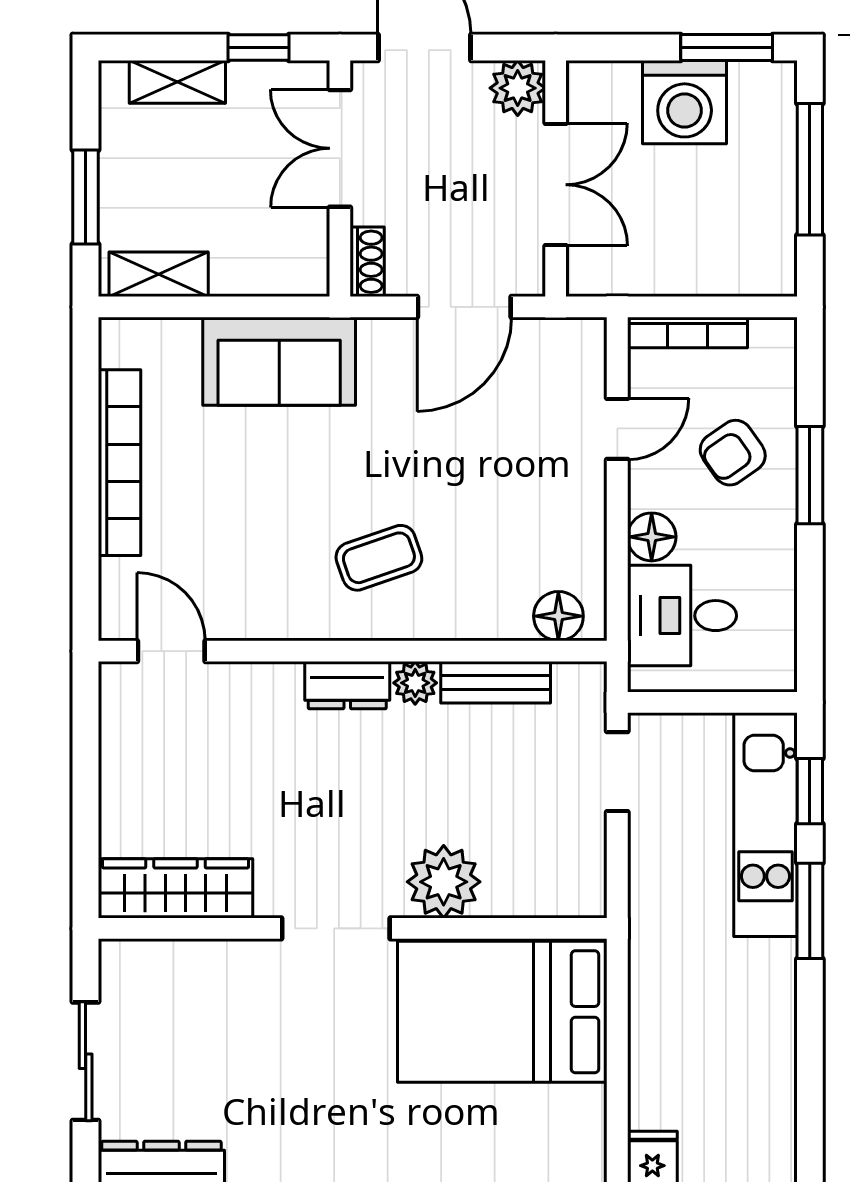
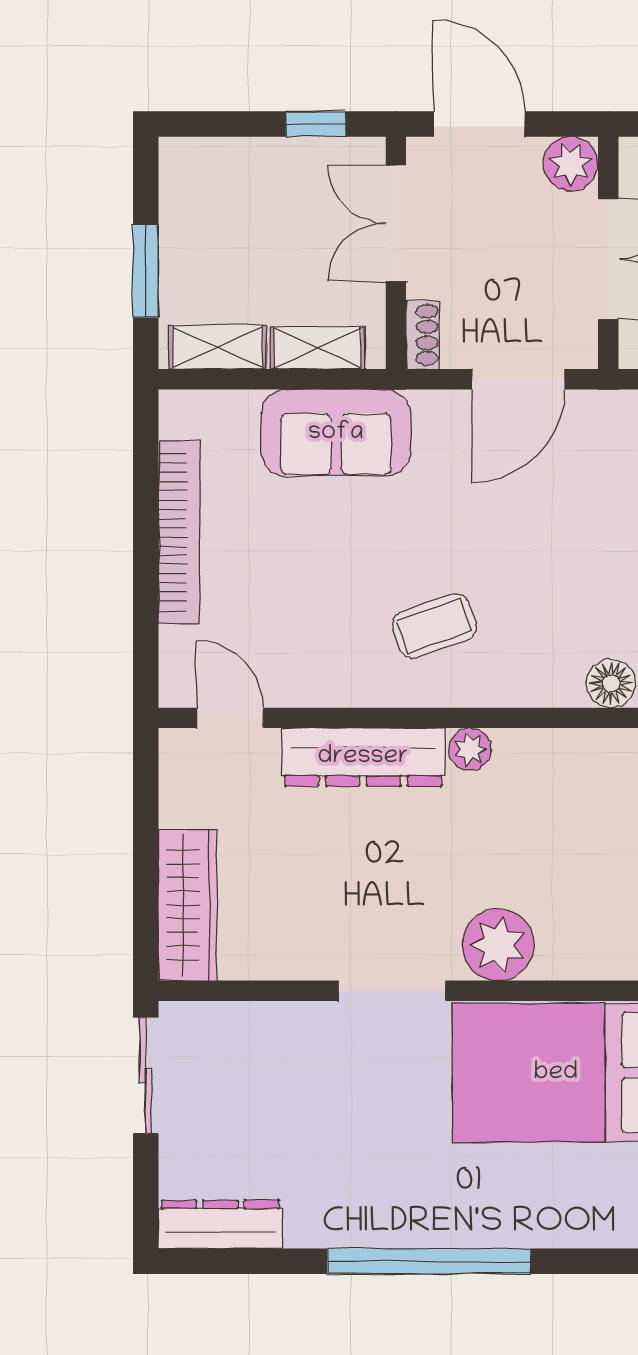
shelving: (177, 82) -> (318, 348), moved
bench: (496, 682) -> (549, 749), removed
dresser: (347, 685) -> (363, 757), width x1.96, depth x1.24
wardrobe: (175, 888) -> (188, 905), moved, turned 90
sliding door: (86, 1061) -> (146, 1076), moved

